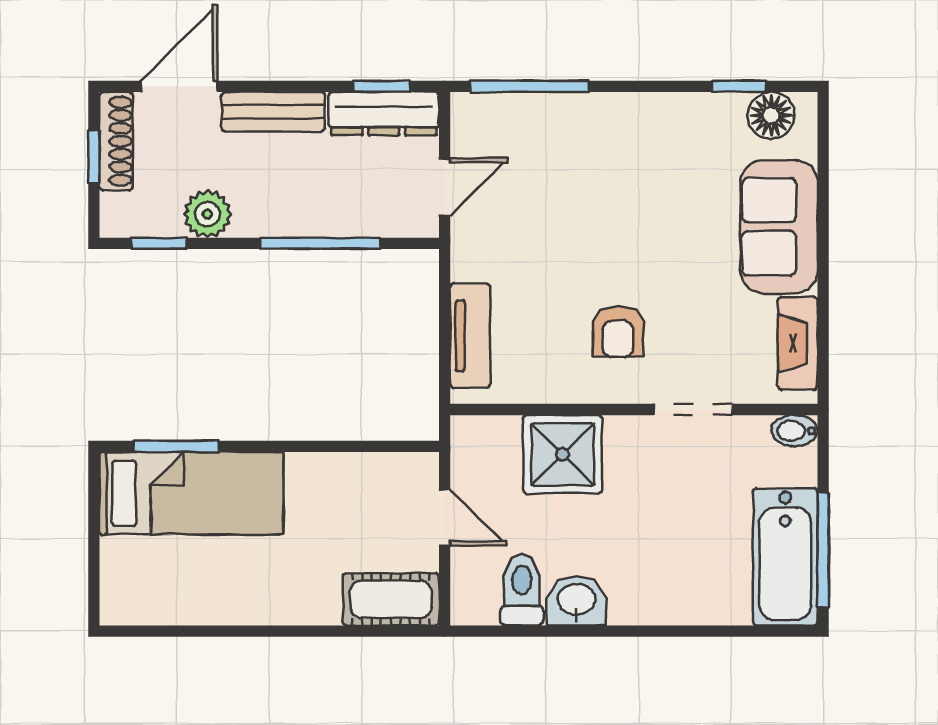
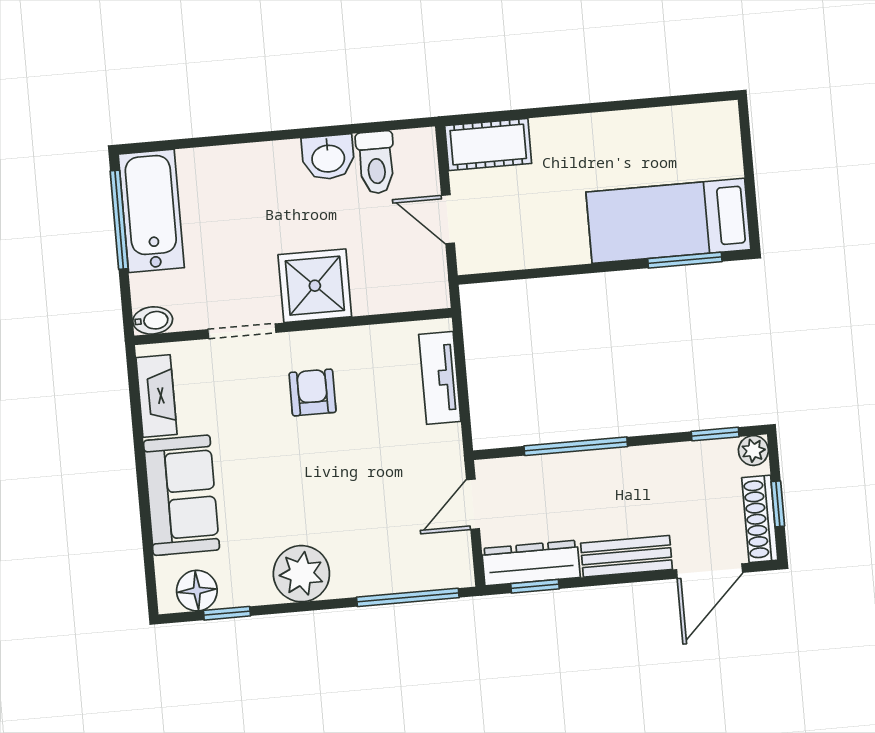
plant: (649, 124) -> (301, 574), added
plant: (207, 214) -> (753, 451), moved, width x0.73, depth x0.73
shower: (563, 454) -> (315, 286), moved

